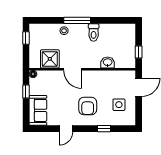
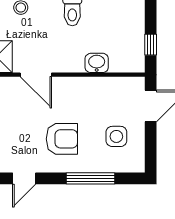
armchair: (88, 106) -> (62, 139), turned -90
window: (104, 129) -> (90, 178), width x2.17

